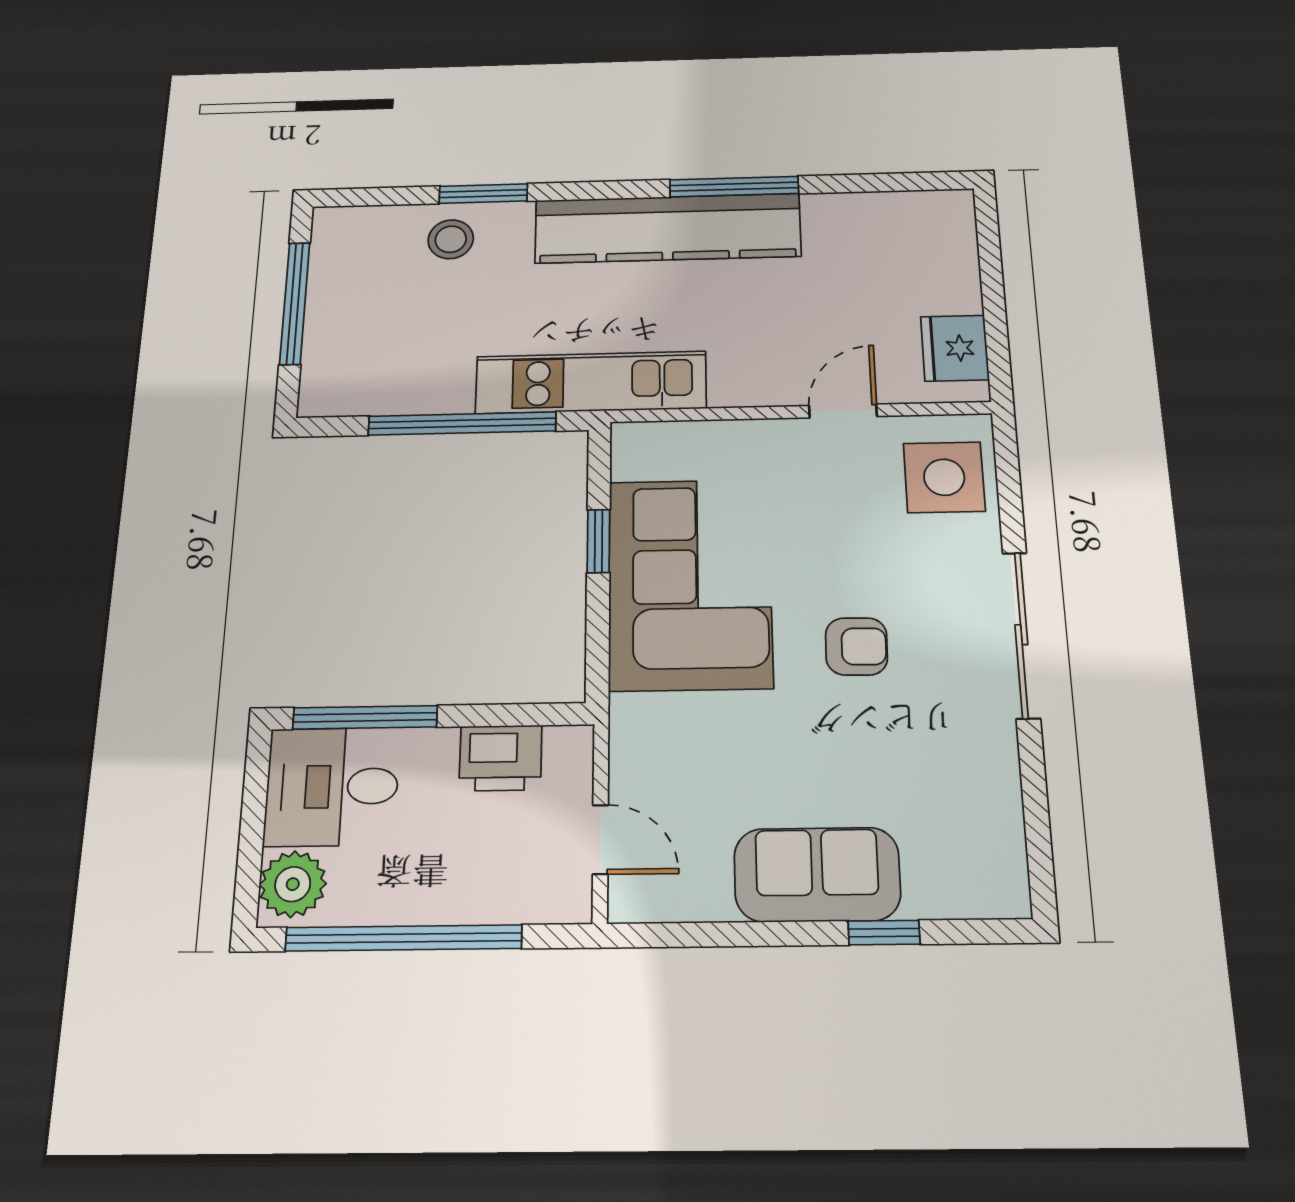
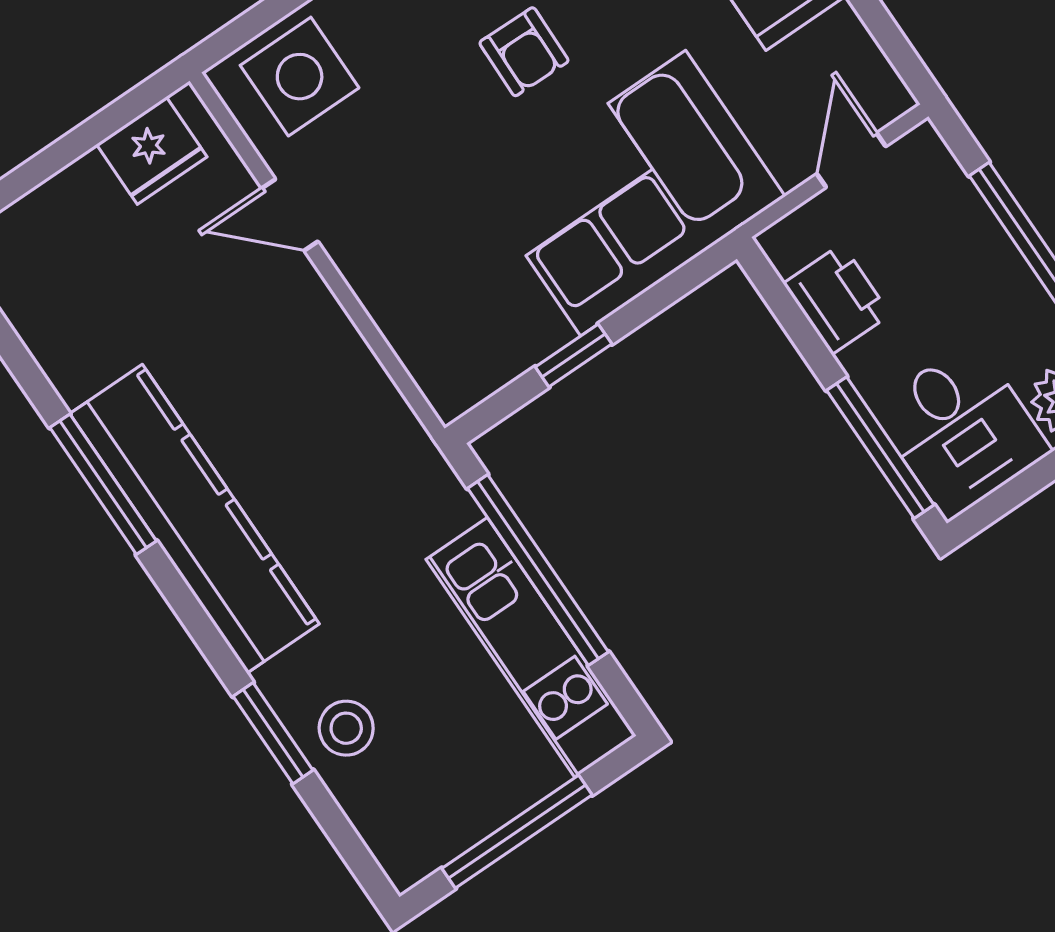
kitchen unit: (591, 382) -> (531, 647), moved
corner sofa: (690, 583) -> (633, 193), moved
armchair: (856, 646) -> (524, 52), turned 180

